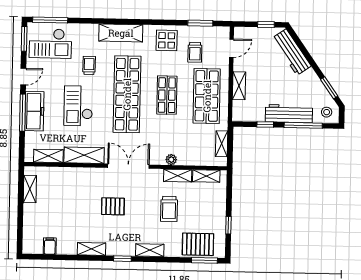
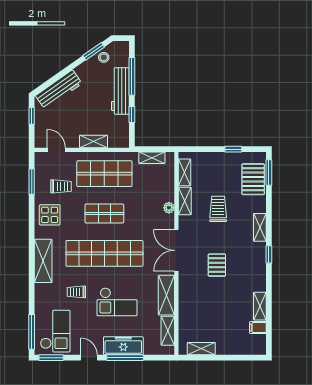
stool: (327, 112) -> (104, 57), moved
trolley: (169, 209) -> (218, 209), turned -90
shelving: (92, 249) -> (260, 306), moved

